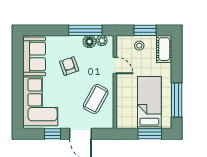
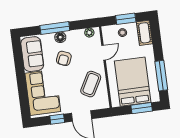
window: (85, 30) -> (55, 28), moved
floor lamp: (89, 42) -> (60, 37), moved
door: (115, 65) -> (104, 53), hinge flipped
armchair: (69, 66) -> (64, 58), turned -138
bed: (149, 103) -> (133, 82), width x1.50

